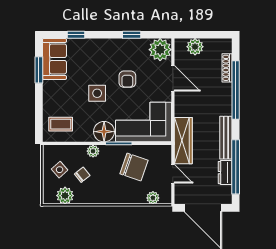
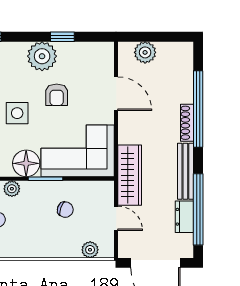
plant: (160, 50) -> (42, 56), moved
shoe rack: (227, 68) -> (187, 123), moved
chair: (134, 167) -> (65, 210), width x0.54, depth x0.54

